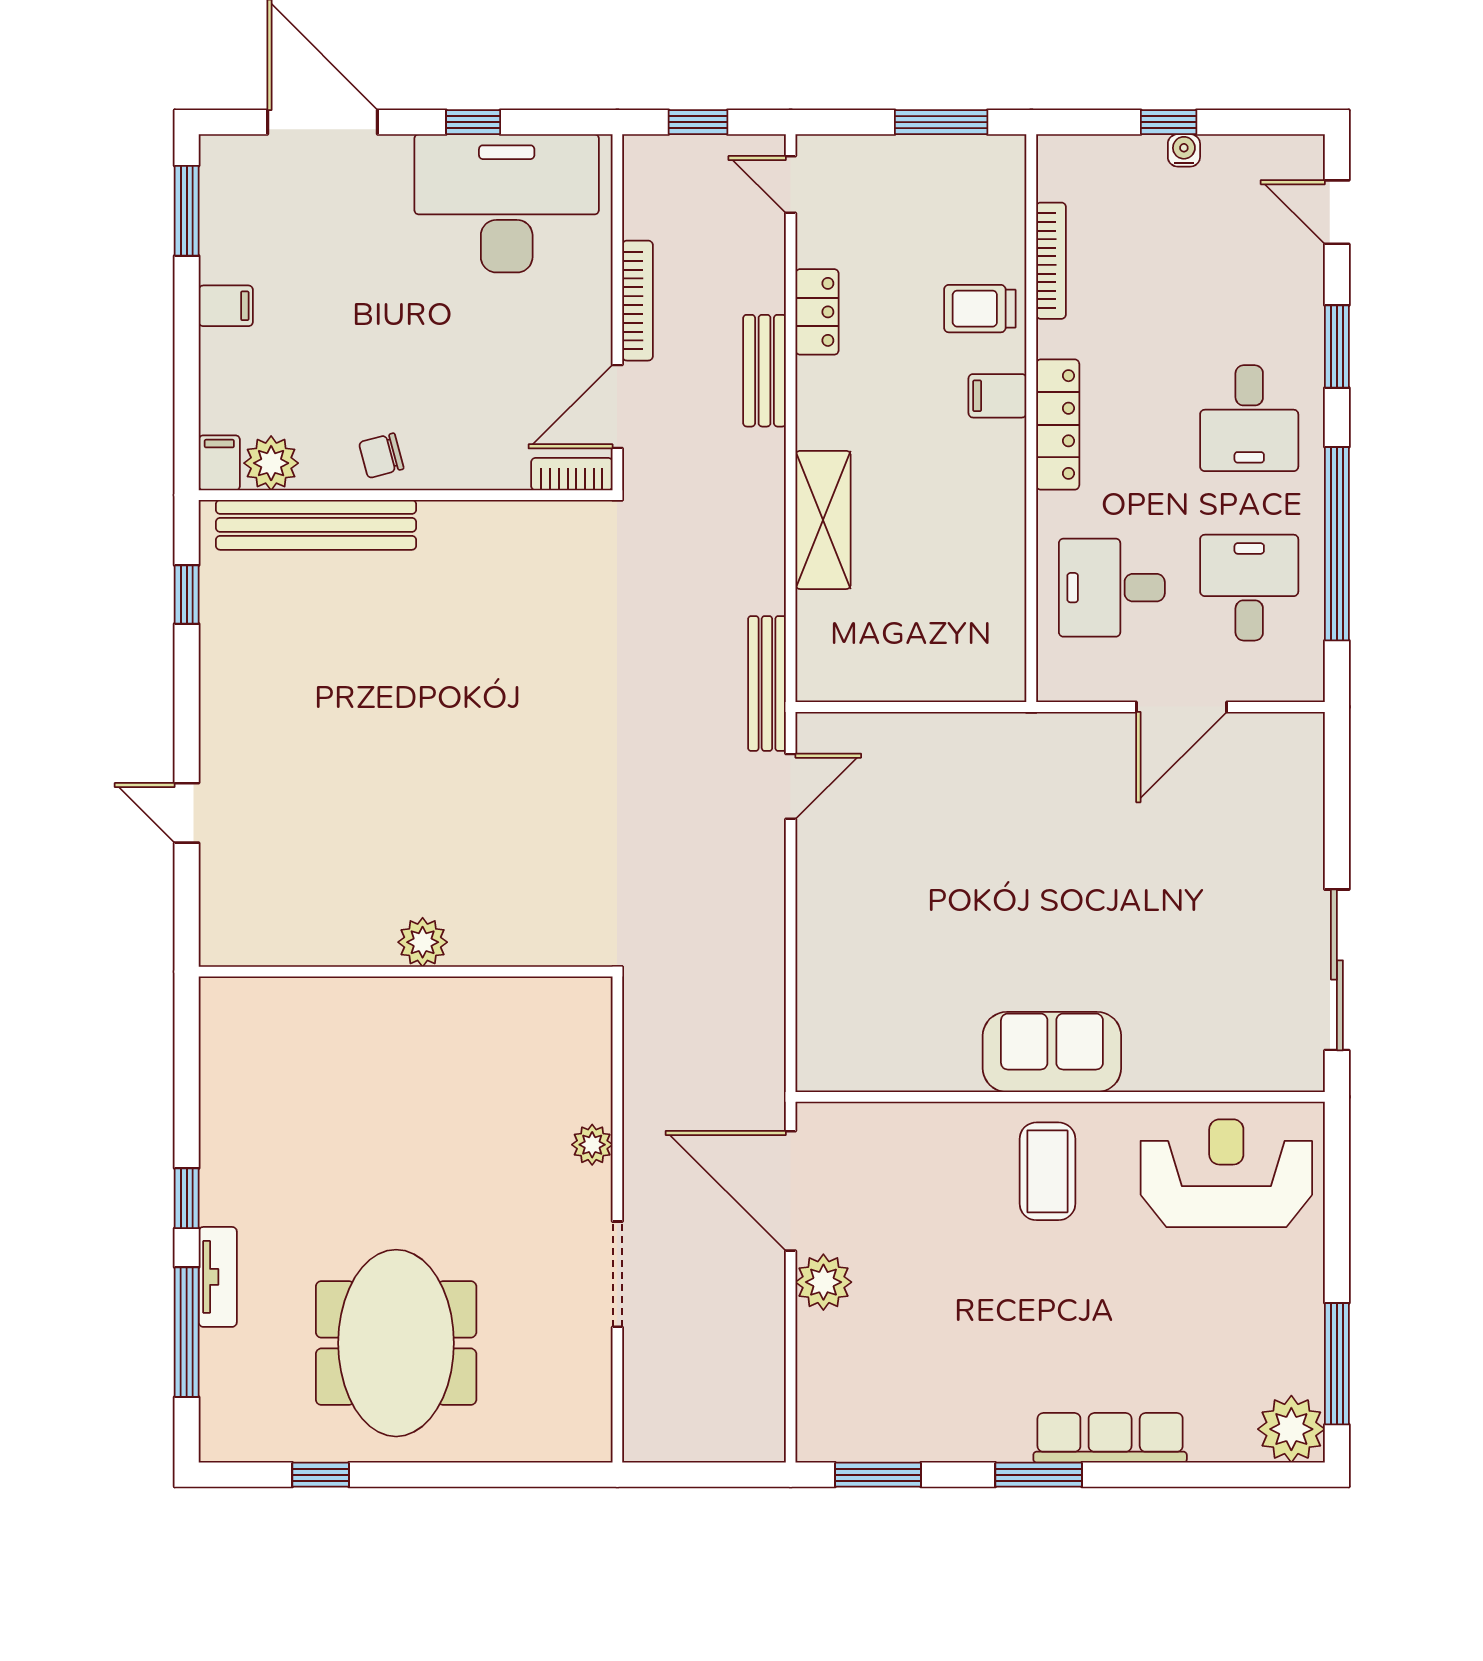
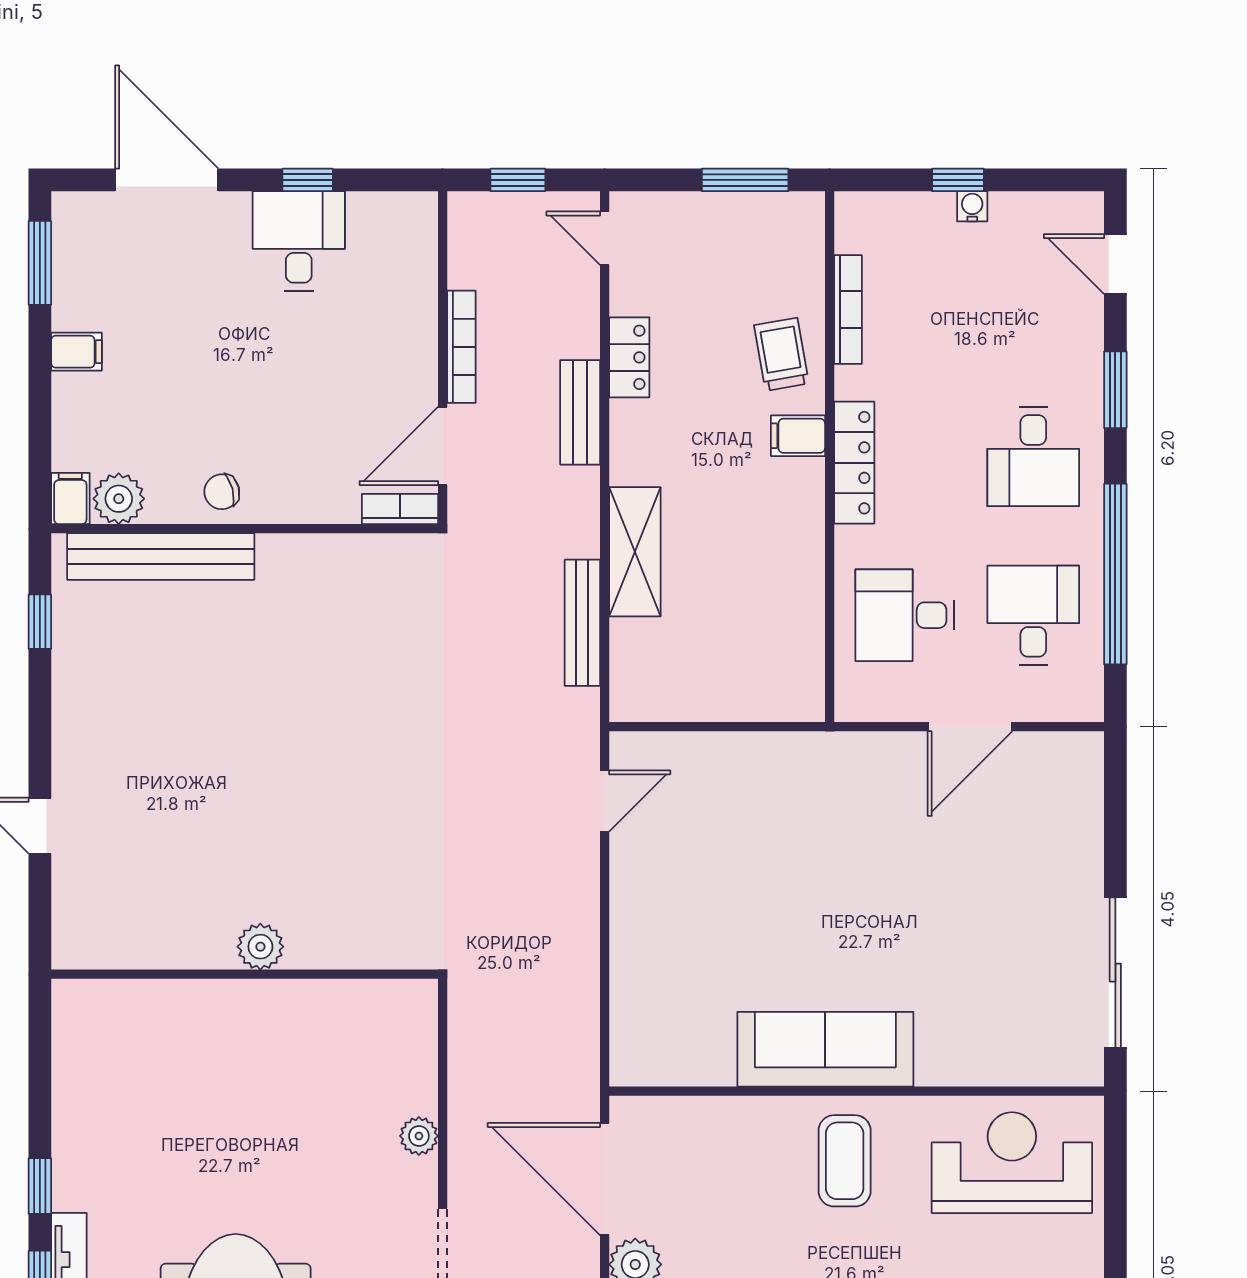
desk: (507, 203) -> (299, 241), width x0.53, depth x0.77
trolley: (980, 309) -> (781, 354), turned 80
bench: (767, 683) -> (582, 623), moved
sofa: (1052, 1052) -> (825, 1049), width x1.36

